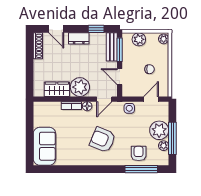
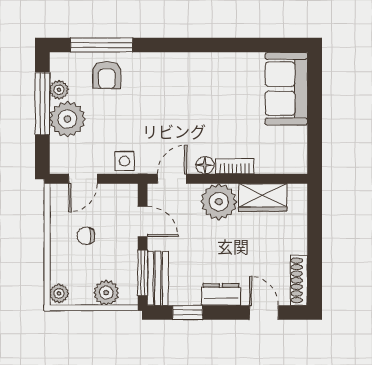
armchair: (103, 140) -> (175, 101), removed

